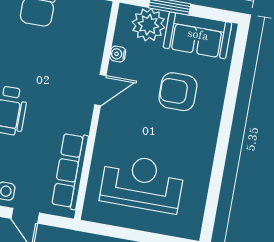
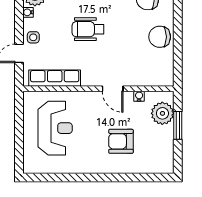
sofa: (198, 35) -> (161, 148), removed
armchair: (178, 92) -> (121, 141), turned -90

